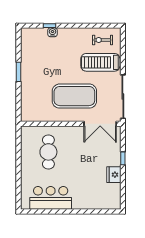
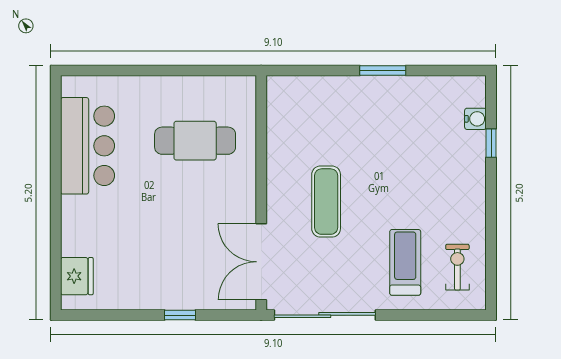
water cooler: (53, 32) -> (475, 119), moved
treadmill: (100, 62) -> (405, 262), width x0.73, depth x0.73
exercise mat: (74, 96) -> (326, 202), width x0.50, depth x0.69
fridge: (114, 175) -> (77, 276), moved, turned 90

